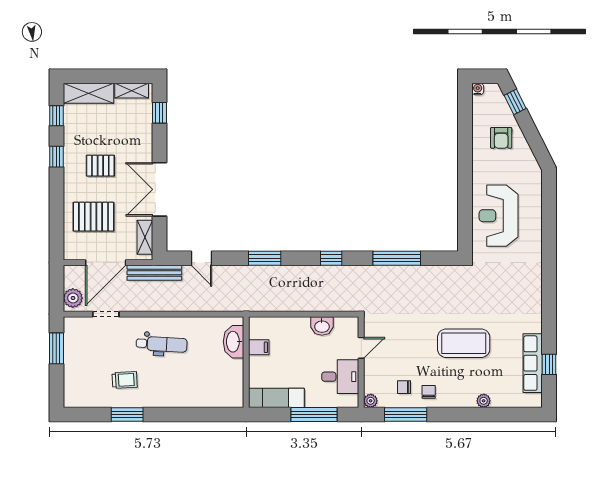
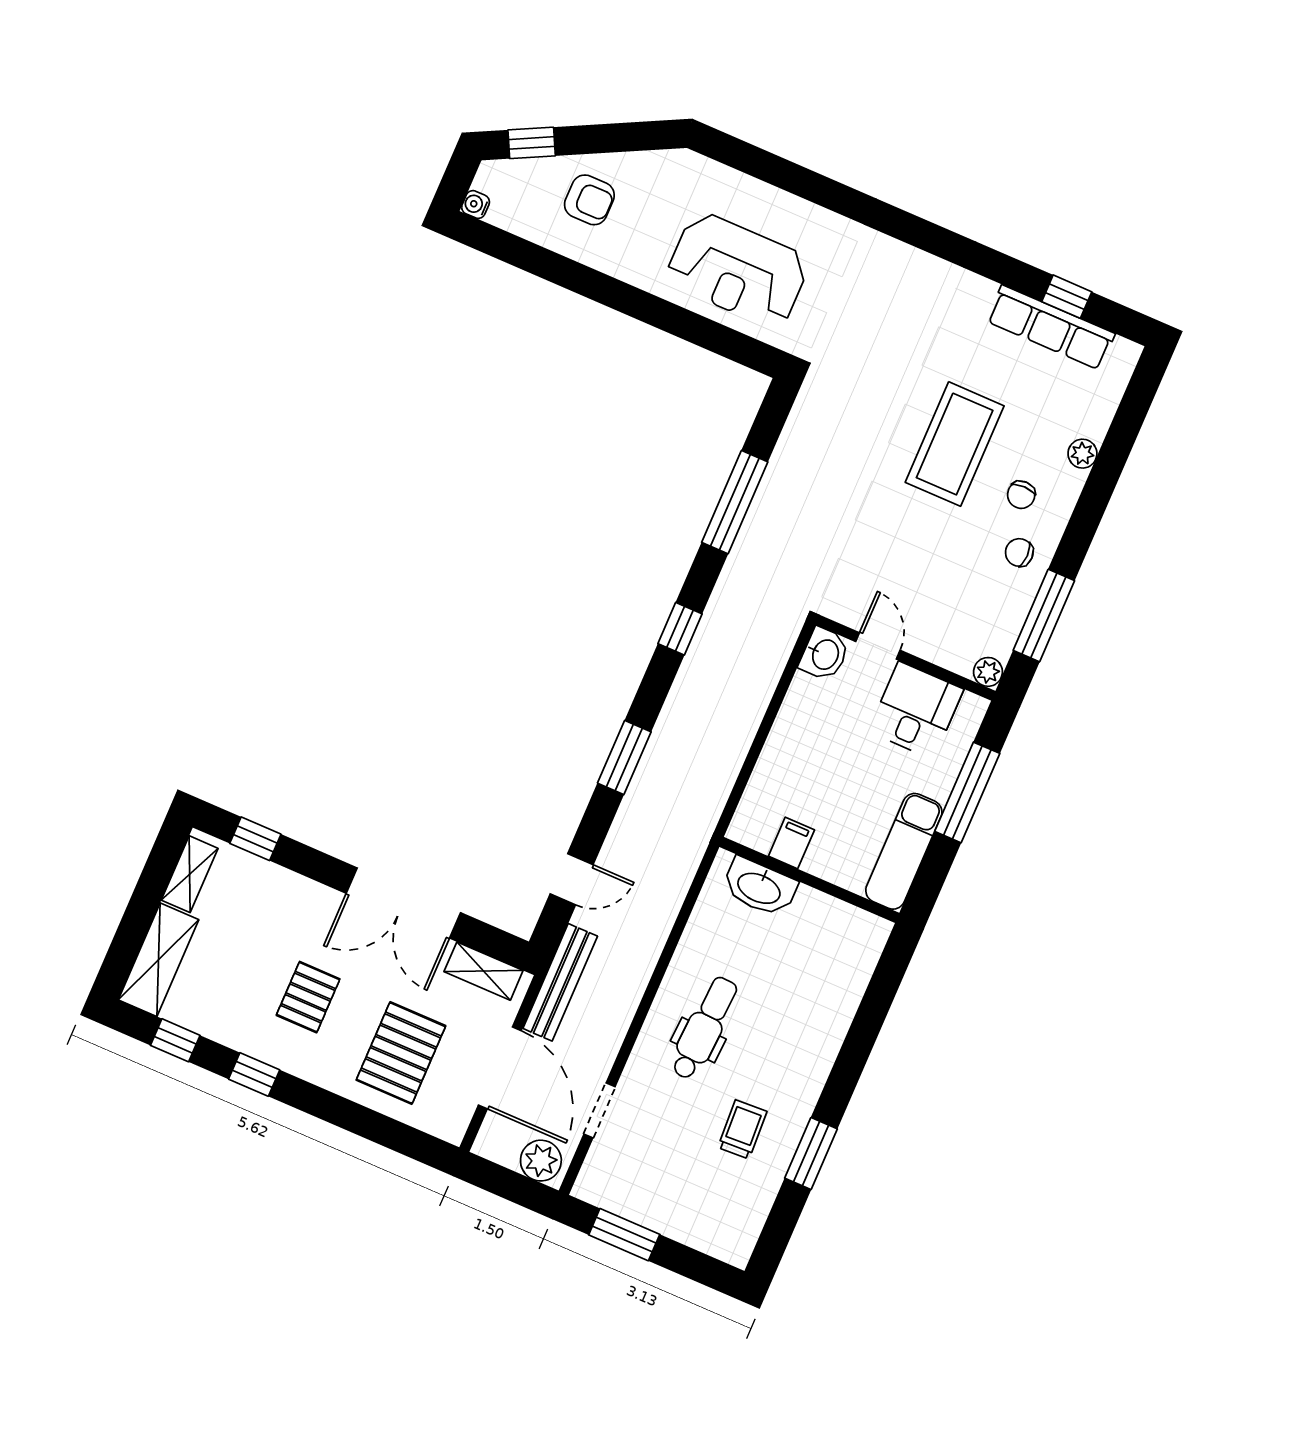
washbasin: (322, 326) -> (824, 654), moved
chair: (404, 387) -> (1021, 495), moved

